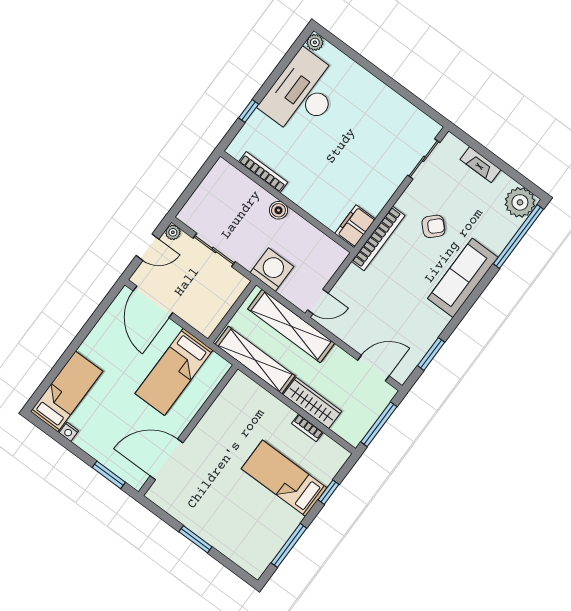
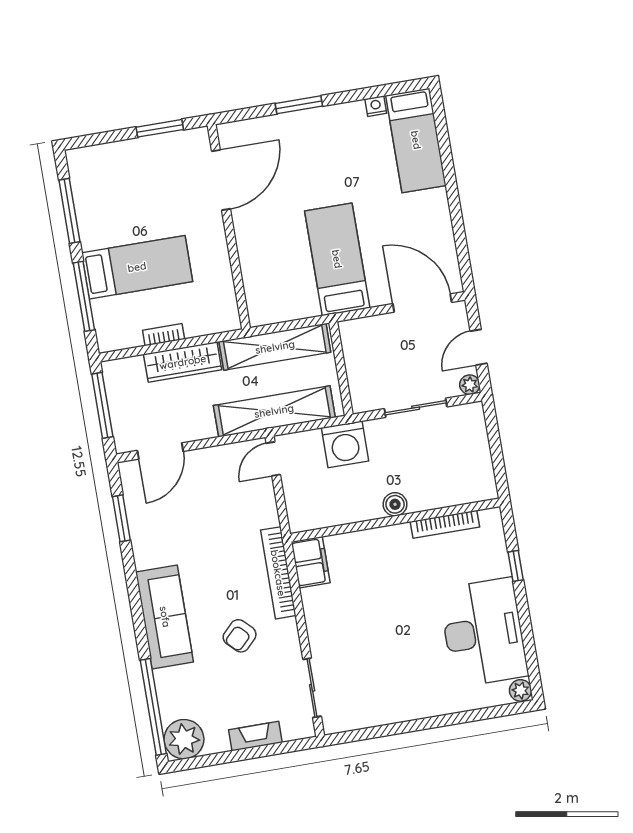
wall: (188, 430) -> (229, 227), moved
door: (166, 459) -> (221, 180), moved
window: (328, 492) -> (84, 296), width x2.17

